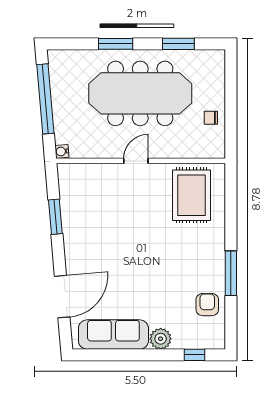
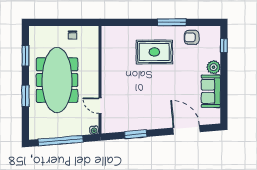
door: (136, 161) -> (100, 106), moved
rug: (191, 195) -> (154, 52), moved
sofa: (113, 335) -> (211, 91), width x0.73

